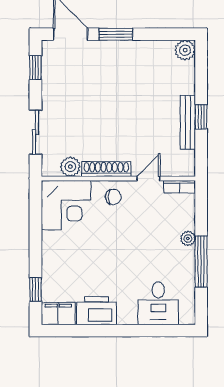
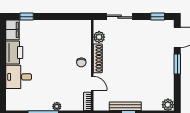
corner desk: (66, 205) -> (76, 35), removed
desk: (158, 303) -> (19, 77), moved

